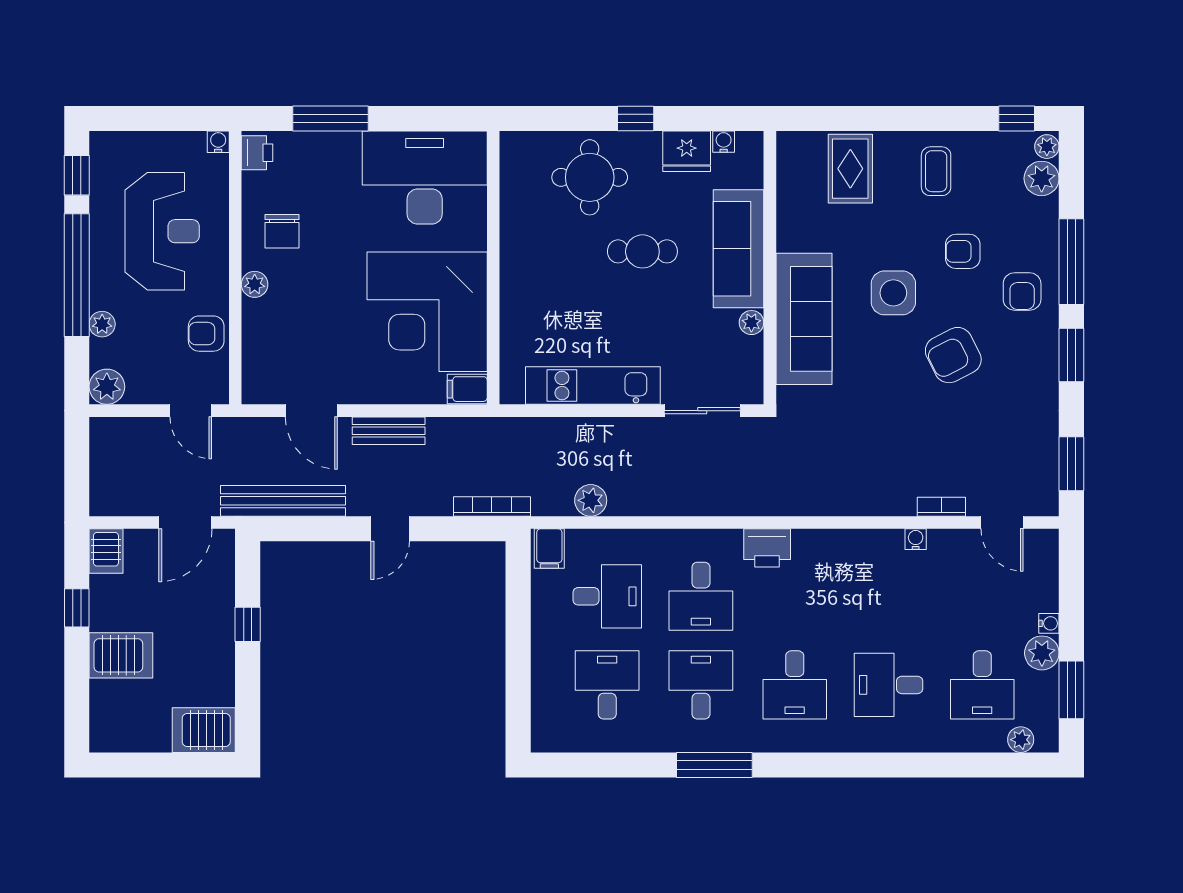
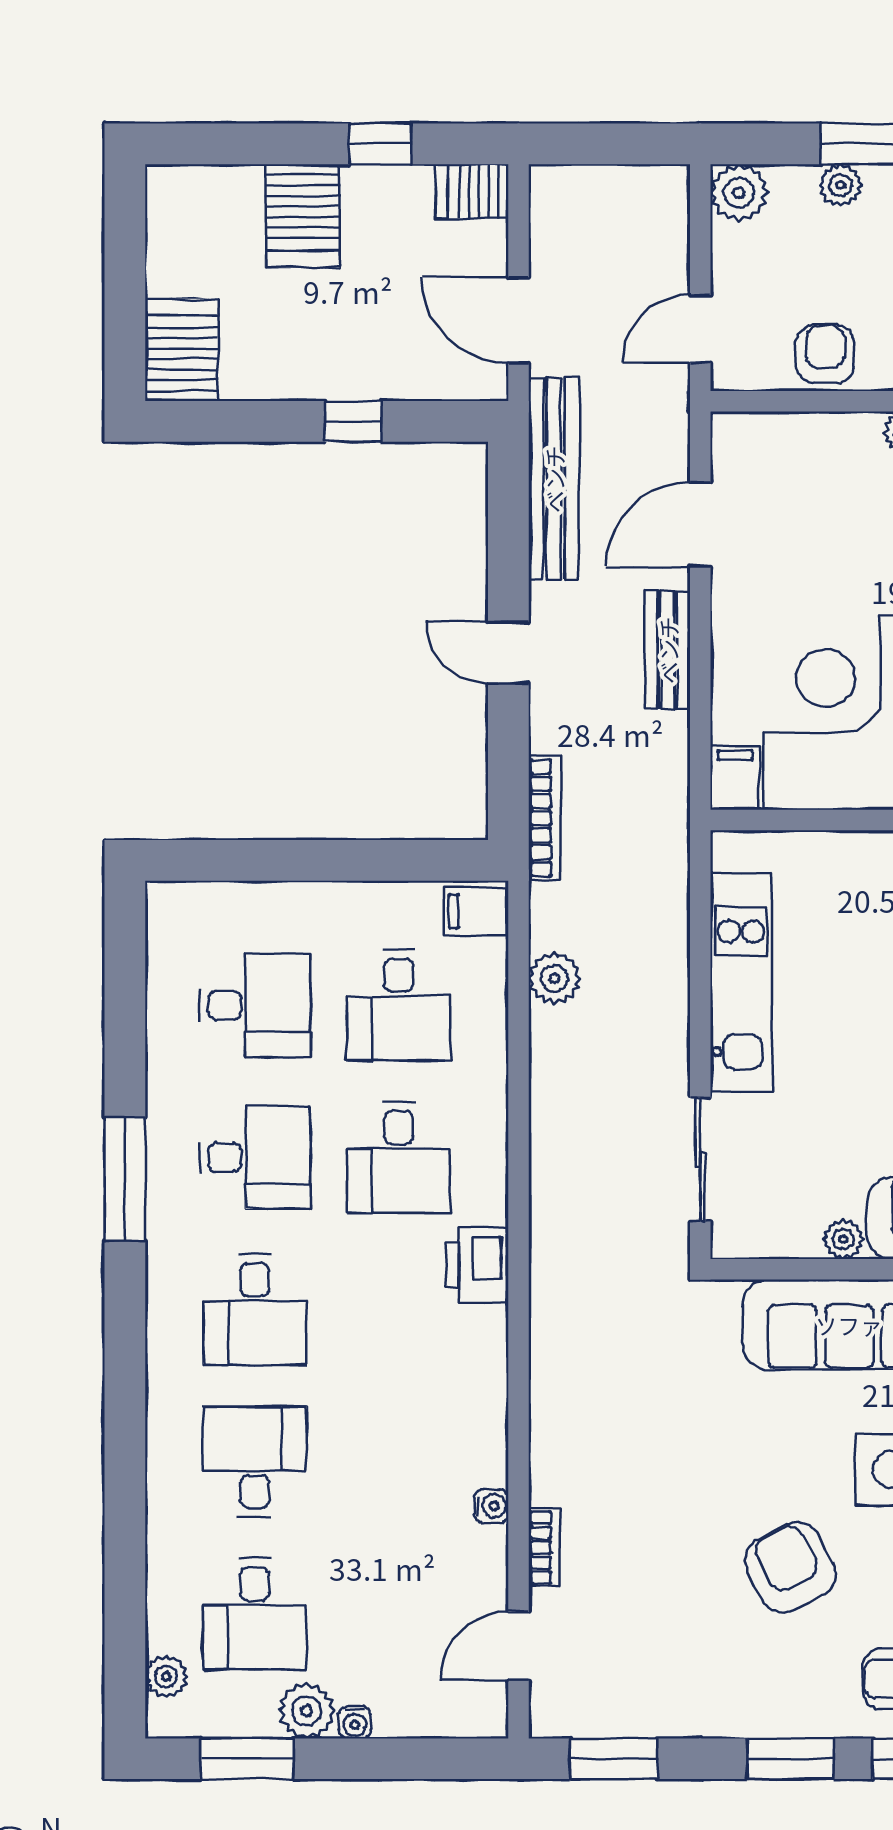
desk: (701, 596) -> (399, 1157), turned -90
desk: (795, 685) -> (255, 1310), turned -90
desk: (982, 685) -> (255, 1614), turned -90

